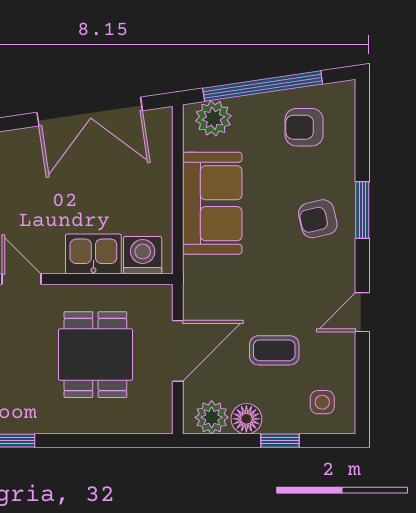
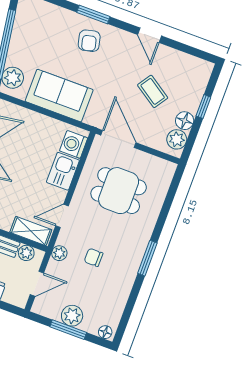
armchair: (304, 127) -> (36, 30), removed
coffee table: (274, 350) -> (153, 91), turned -56
door: (178, 351) -> (118, 139), moved
side table: (322, 402) -> (191, 76), removed

